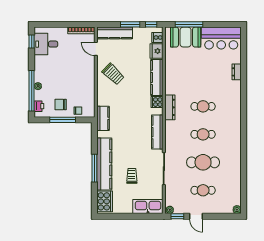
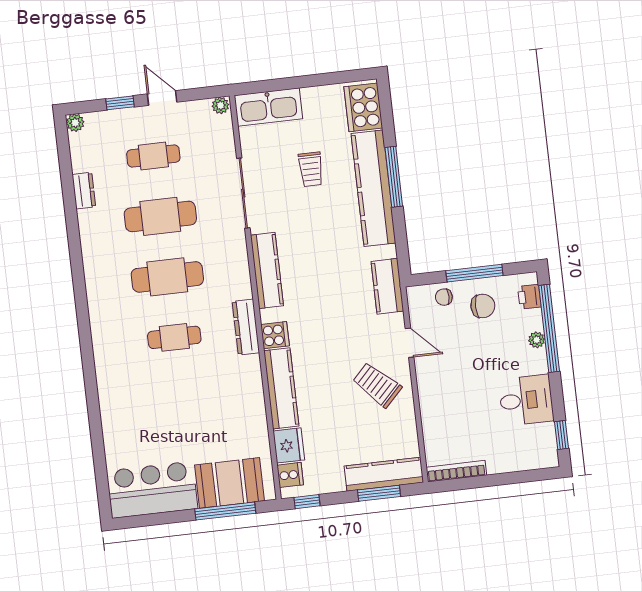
window: (130, 24) -> (379, 493), moved
desk: (46, 44) -> (526, 400), moved
door: (96, 49) -> (410, 343), moved
dresser: (237, 72) -> (84, 191), moved
cafe table: (203, 134) -> (167, 277), width x1.37, depth x1.35
window: (177, 216) -> (120, 103), moved

